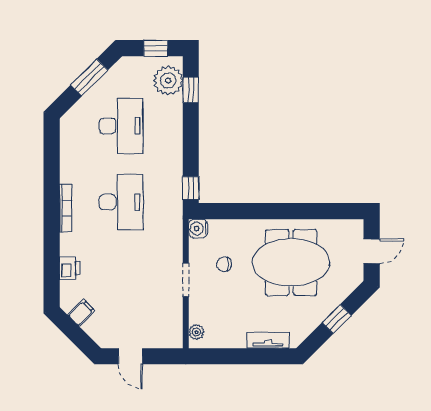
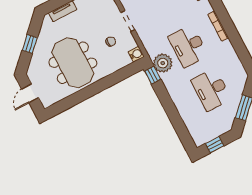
plant: (168, 81) -> (163, 63), moved
window: (191, 90) -> (182, 131), removed
meeting table: (291, 262) -> (73, 63), turned 90

